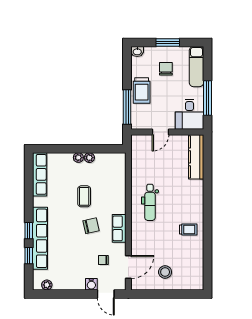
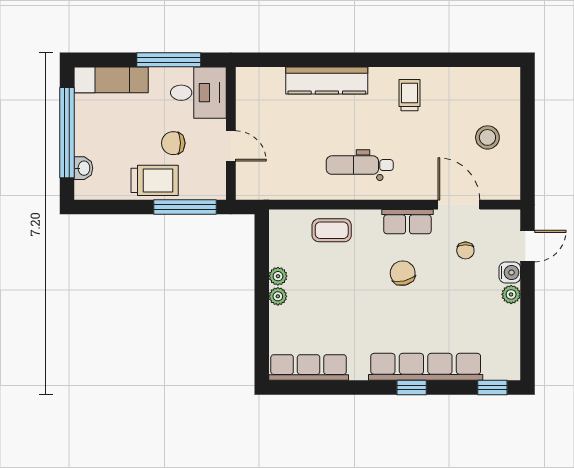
window: (168, 43) -> (67, 133), width x2.11
washbasin: (137, 52) -> (83, 168), moved
chair: (166, 69) -> (173, 143), moved
kitchen counter: (196, 157) -> (327, 81), moved
coffee table: (84, 196) -> (332, 230), moved
dental chair: (150, 202) -> (360, 165), turned 180
window: (29, 256) -> (492, 387), moved
door: (128, 267) -> (459, 205), moved
plant: (47, 285) -> (511, 294), moved

